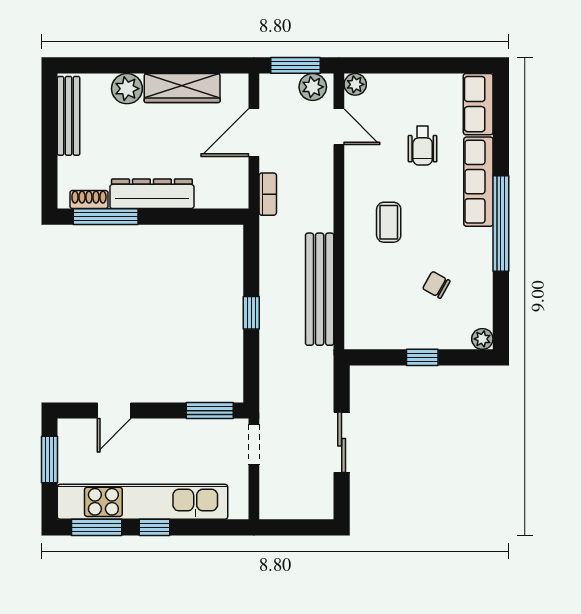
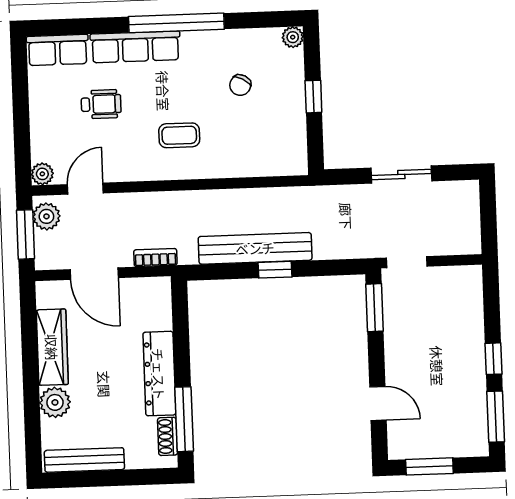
bench: (320, 289) -> (255, 248), moved
kitchen unit: (142, 502) -> (468, 372), removed

